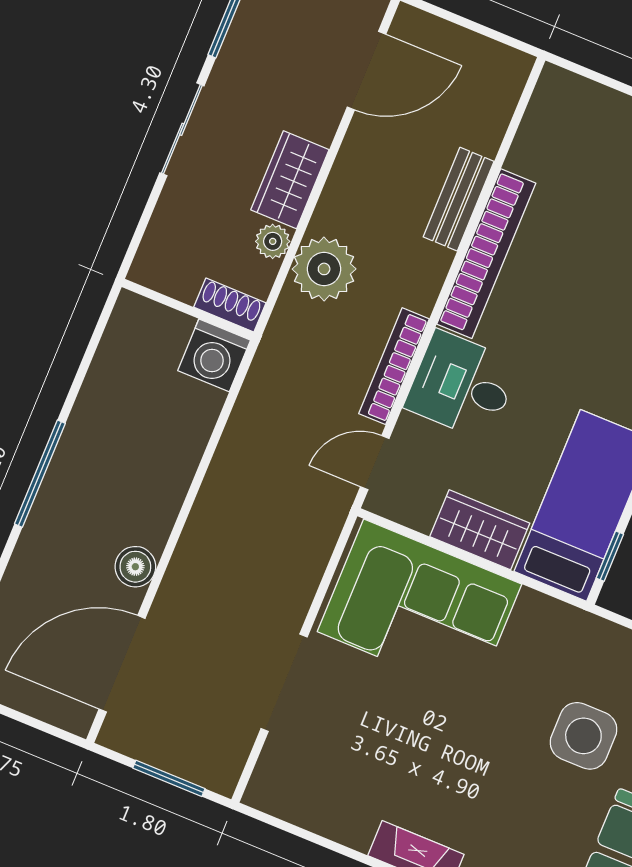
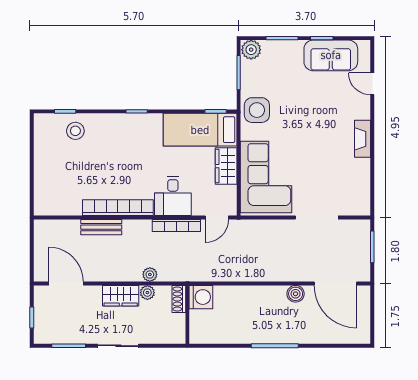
plant: (324, 269) -> (150, 274), width x0.53, depth x0.53
door: (375, 463) -> (217, 218), hinge flipped
side table: (583, 736) -> (257, 110), moved

